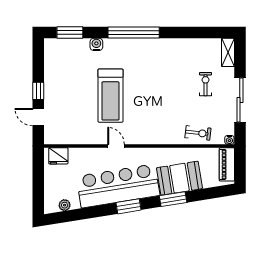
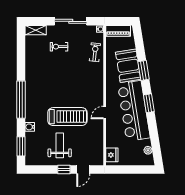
weight bench: (71, 85) -> (60, 145), added

